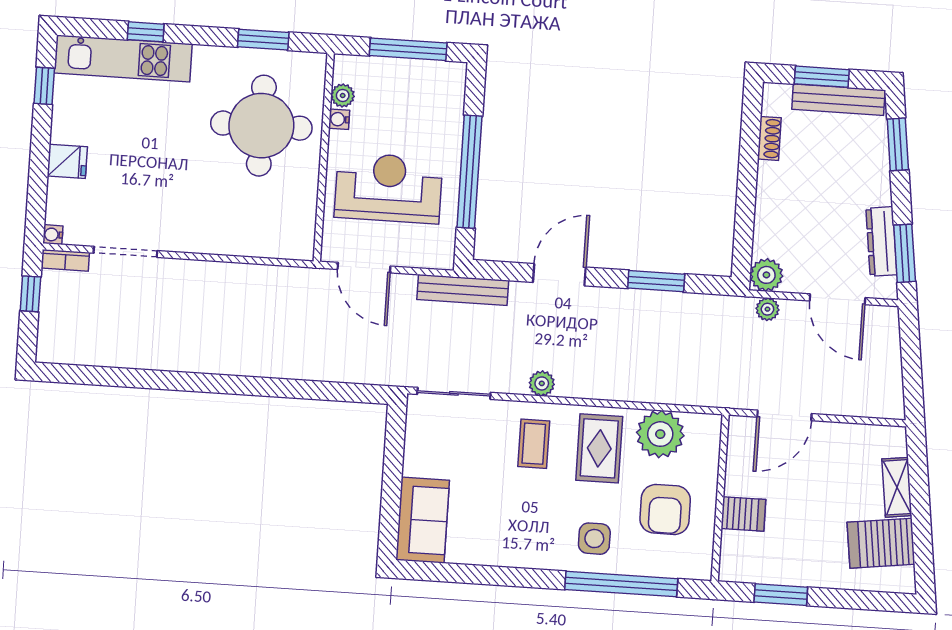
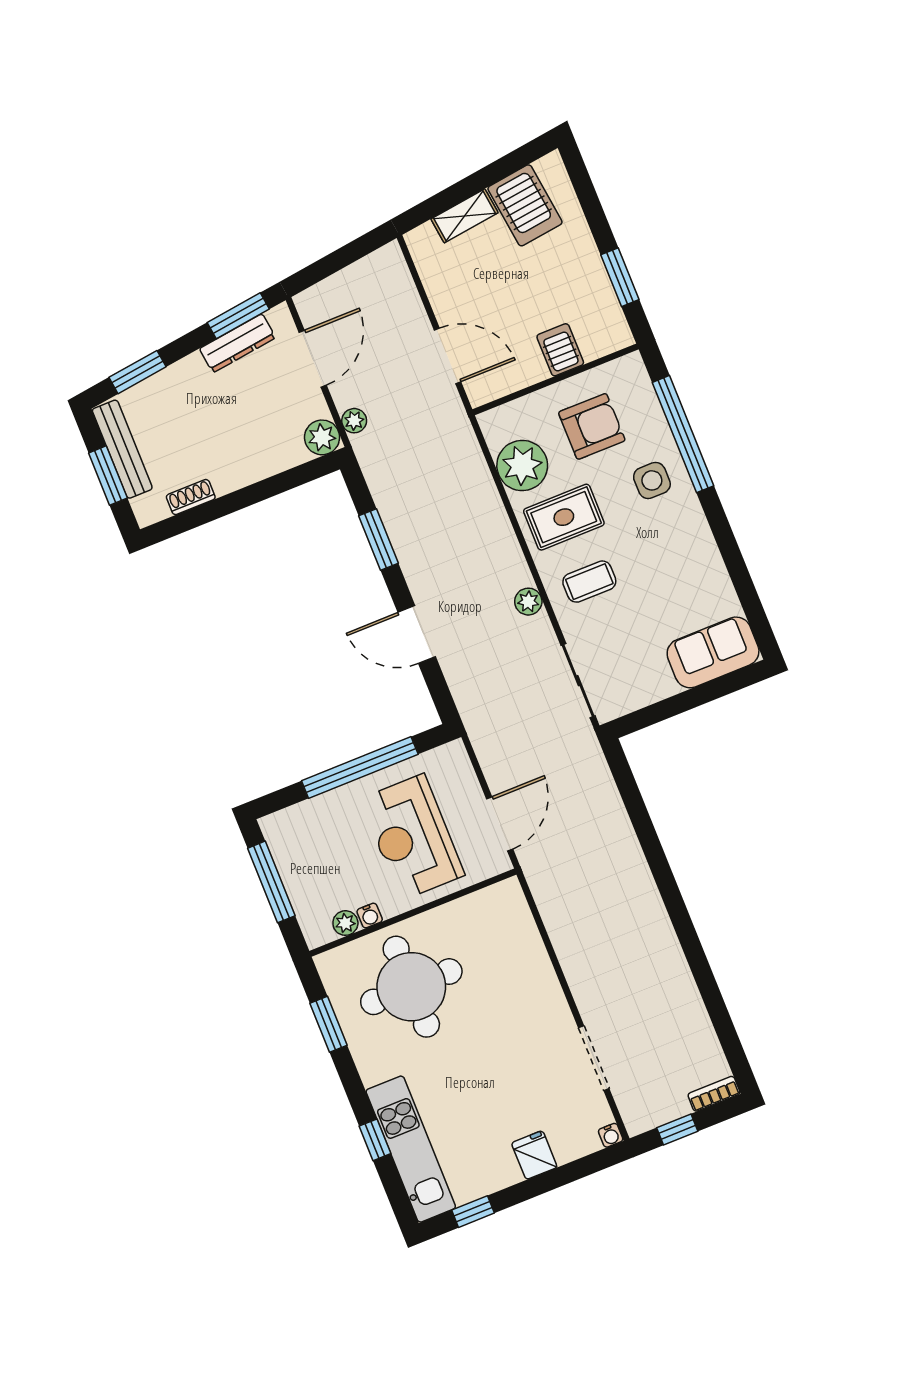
bookcase: (65, 260) -> (714, 1094), moved, turned -90
bench: (463, 290) -> (475, 720), removed

